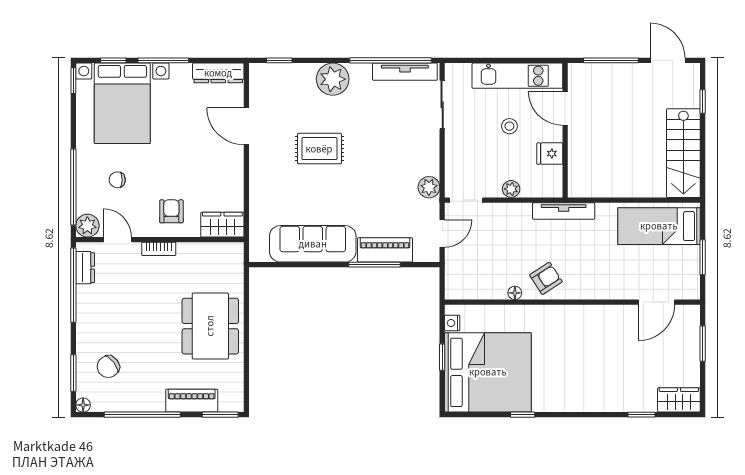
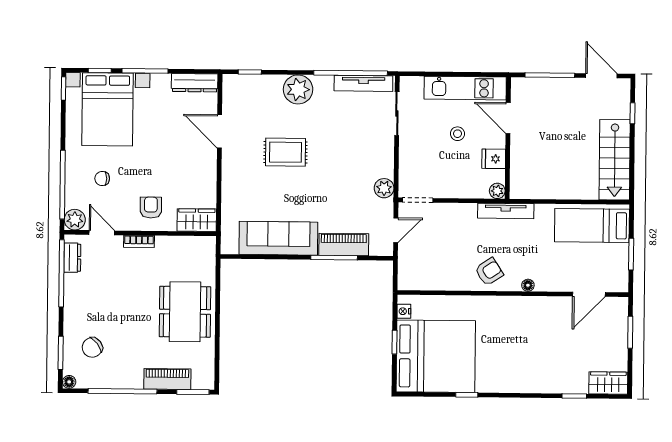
plant: (511, 189) -> (497, 191), moved
floor lamp: (515, 293) -> (528, 285), moved

